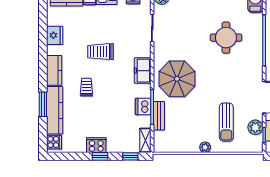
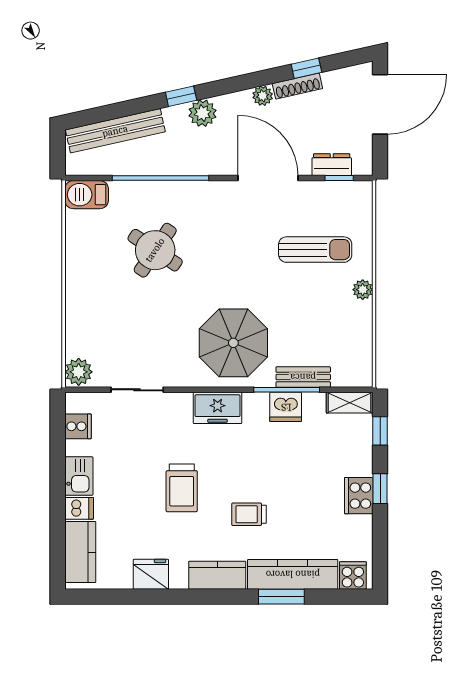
round table: (226, 38) -> (155, 250), turned 34
plant: (255, 127) -> (325, 195), removed

